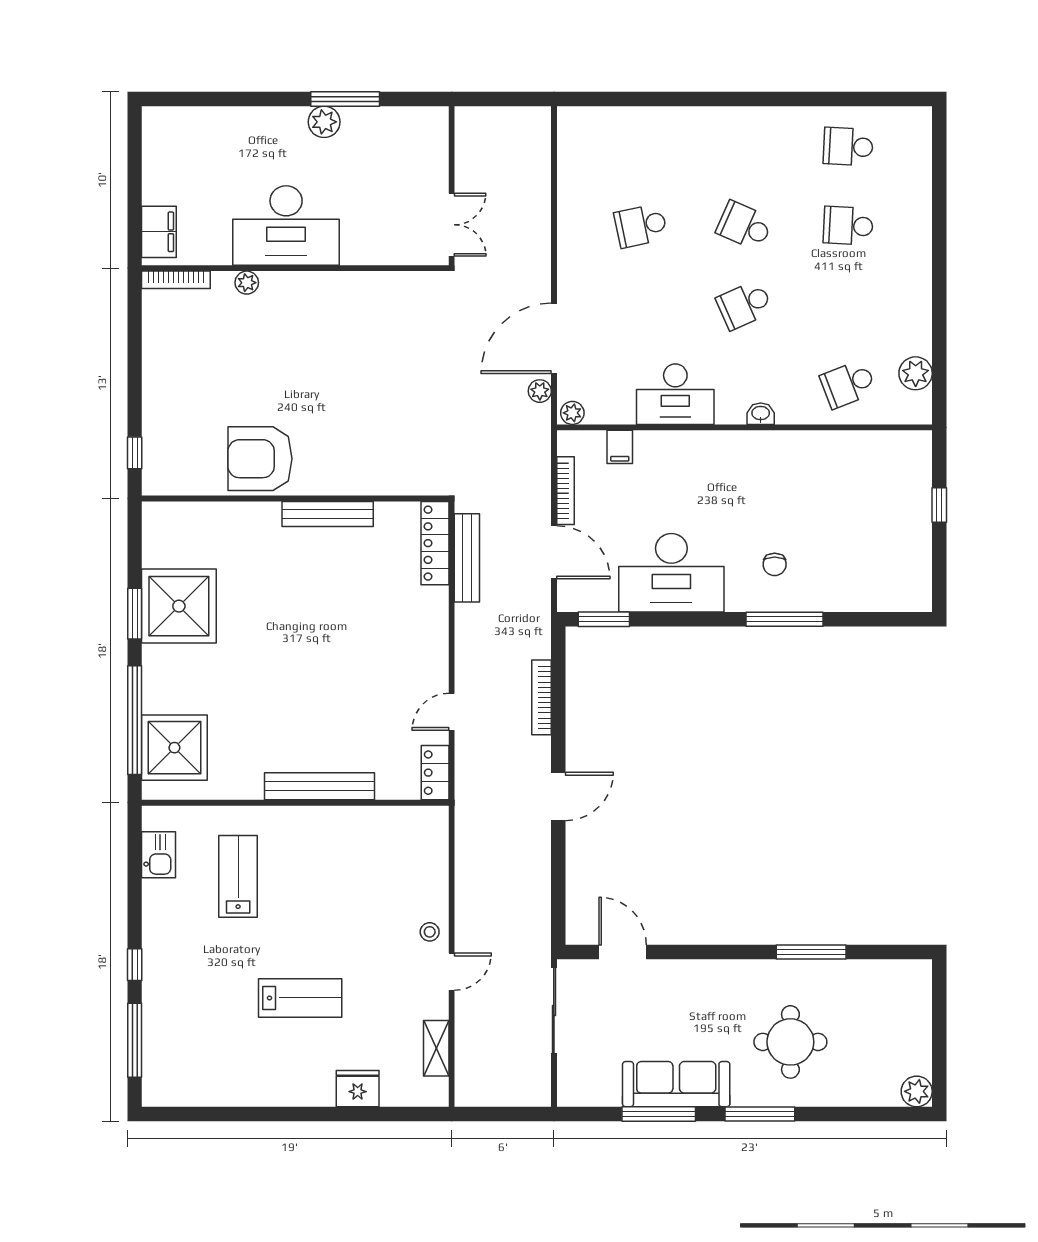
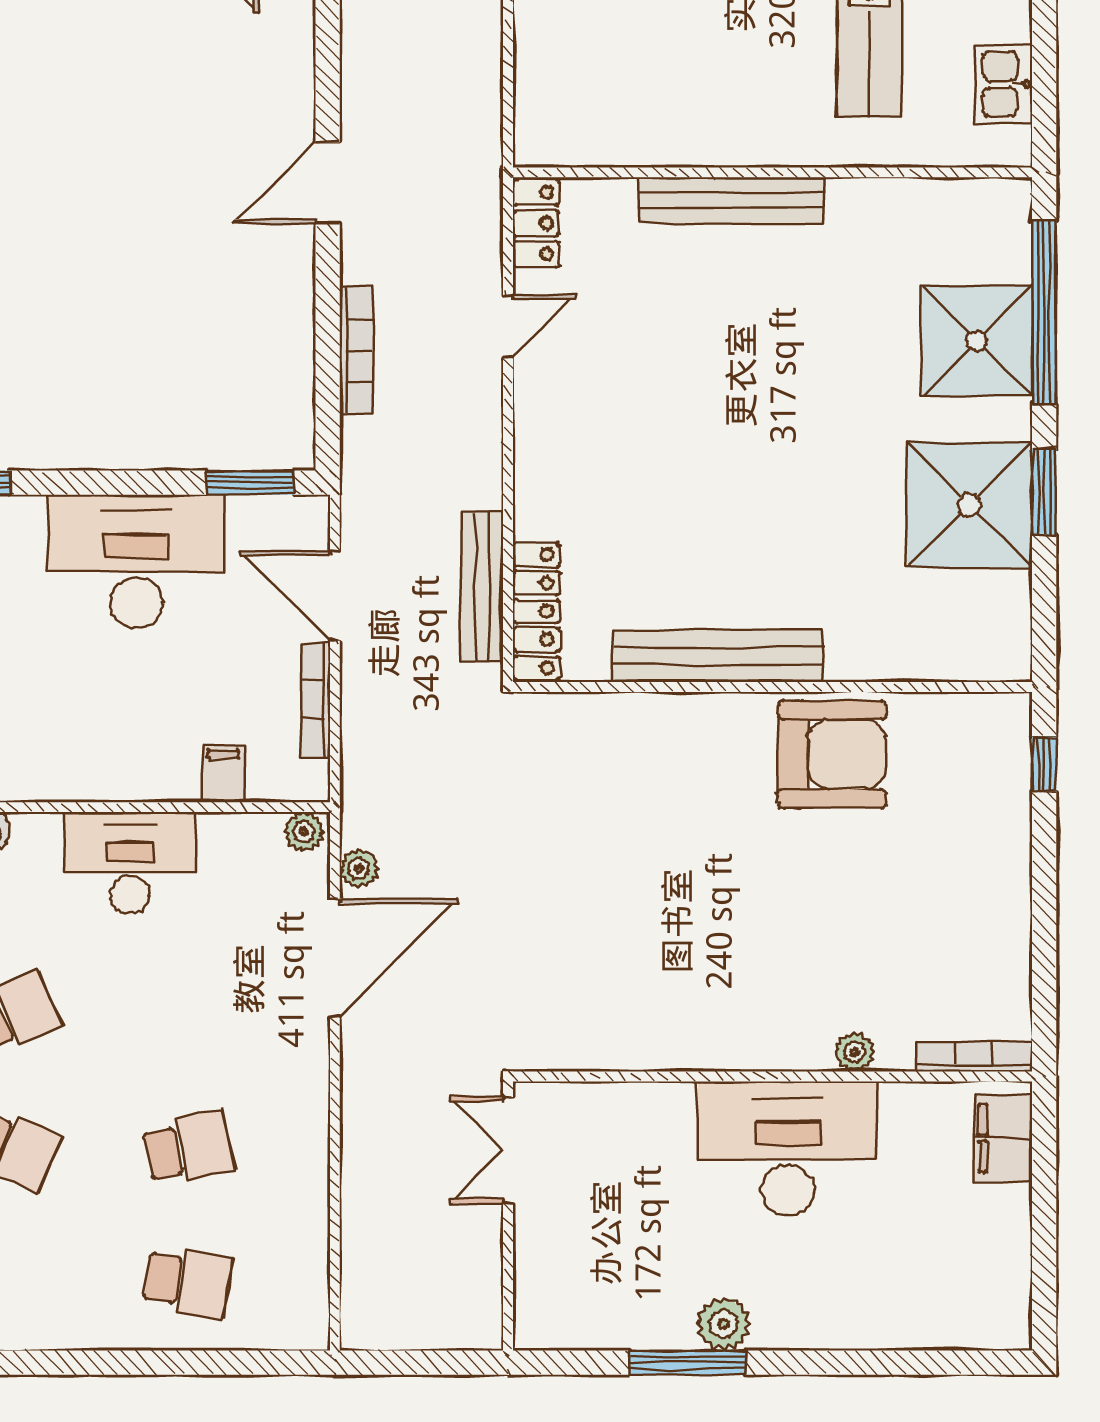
school desk: (641, 147) -> (188, 1282), added
bench: (328, 514) -> (718, 656), width x1.37, depth x1.21
shower: (174, 748) -> (977, 341), moved

